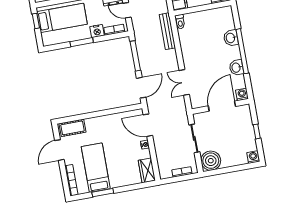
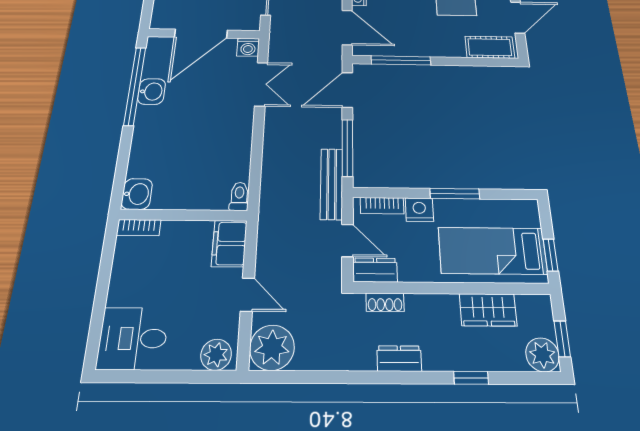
bench: (167, 31) -> (332, 184), moved
washbasin: (231, 38) -> (137, 194), moved
window: (242, 51) -> (135, 86), moved
washing machine: (242, 94) -> (248, 47), moved
window: (117, 110) -> (401, 60), added

